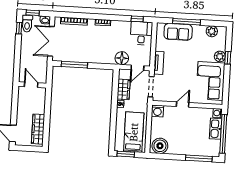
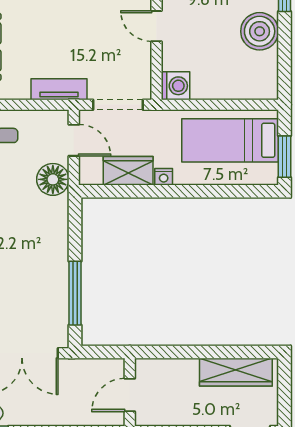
boiler: (160, 146) -> (260, 31), moved

